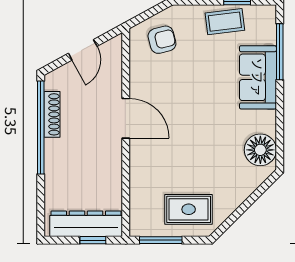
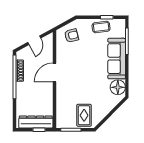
sofa: (258, 77) -> (117, 59), width x1.36
door: (126, 118) -> (54, 72), swing flipped
rug: (189, 209) -> (84, 115), turned 90

